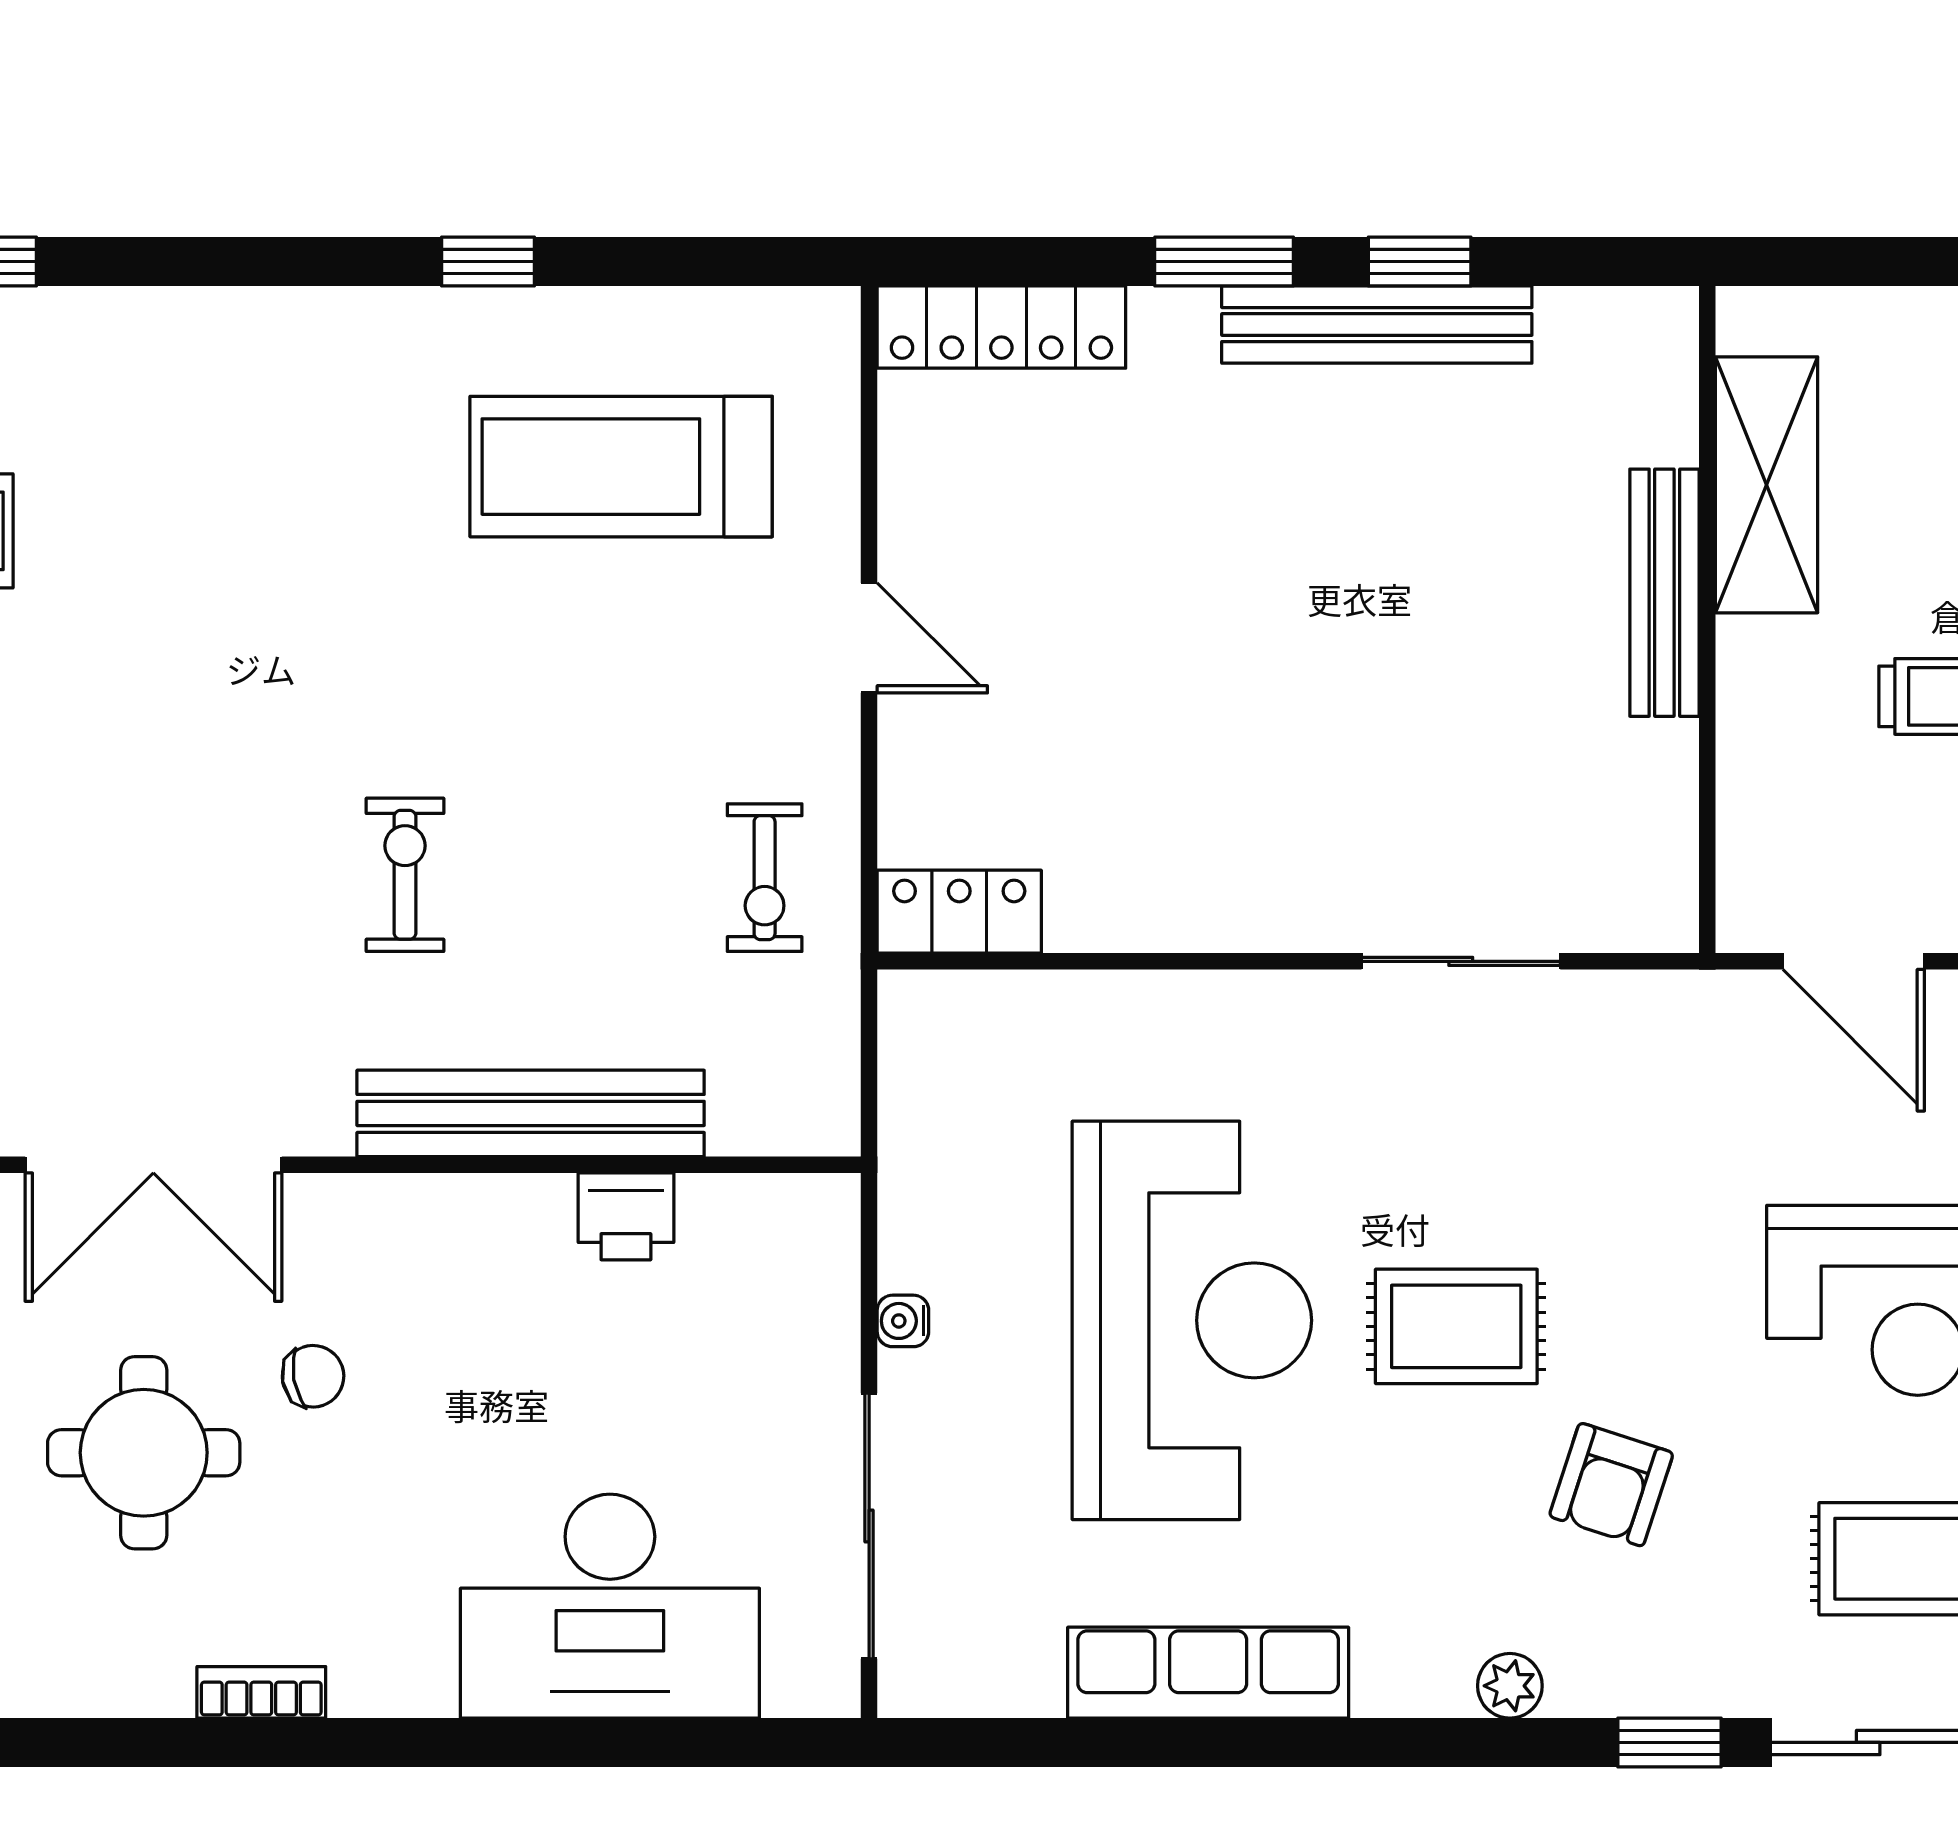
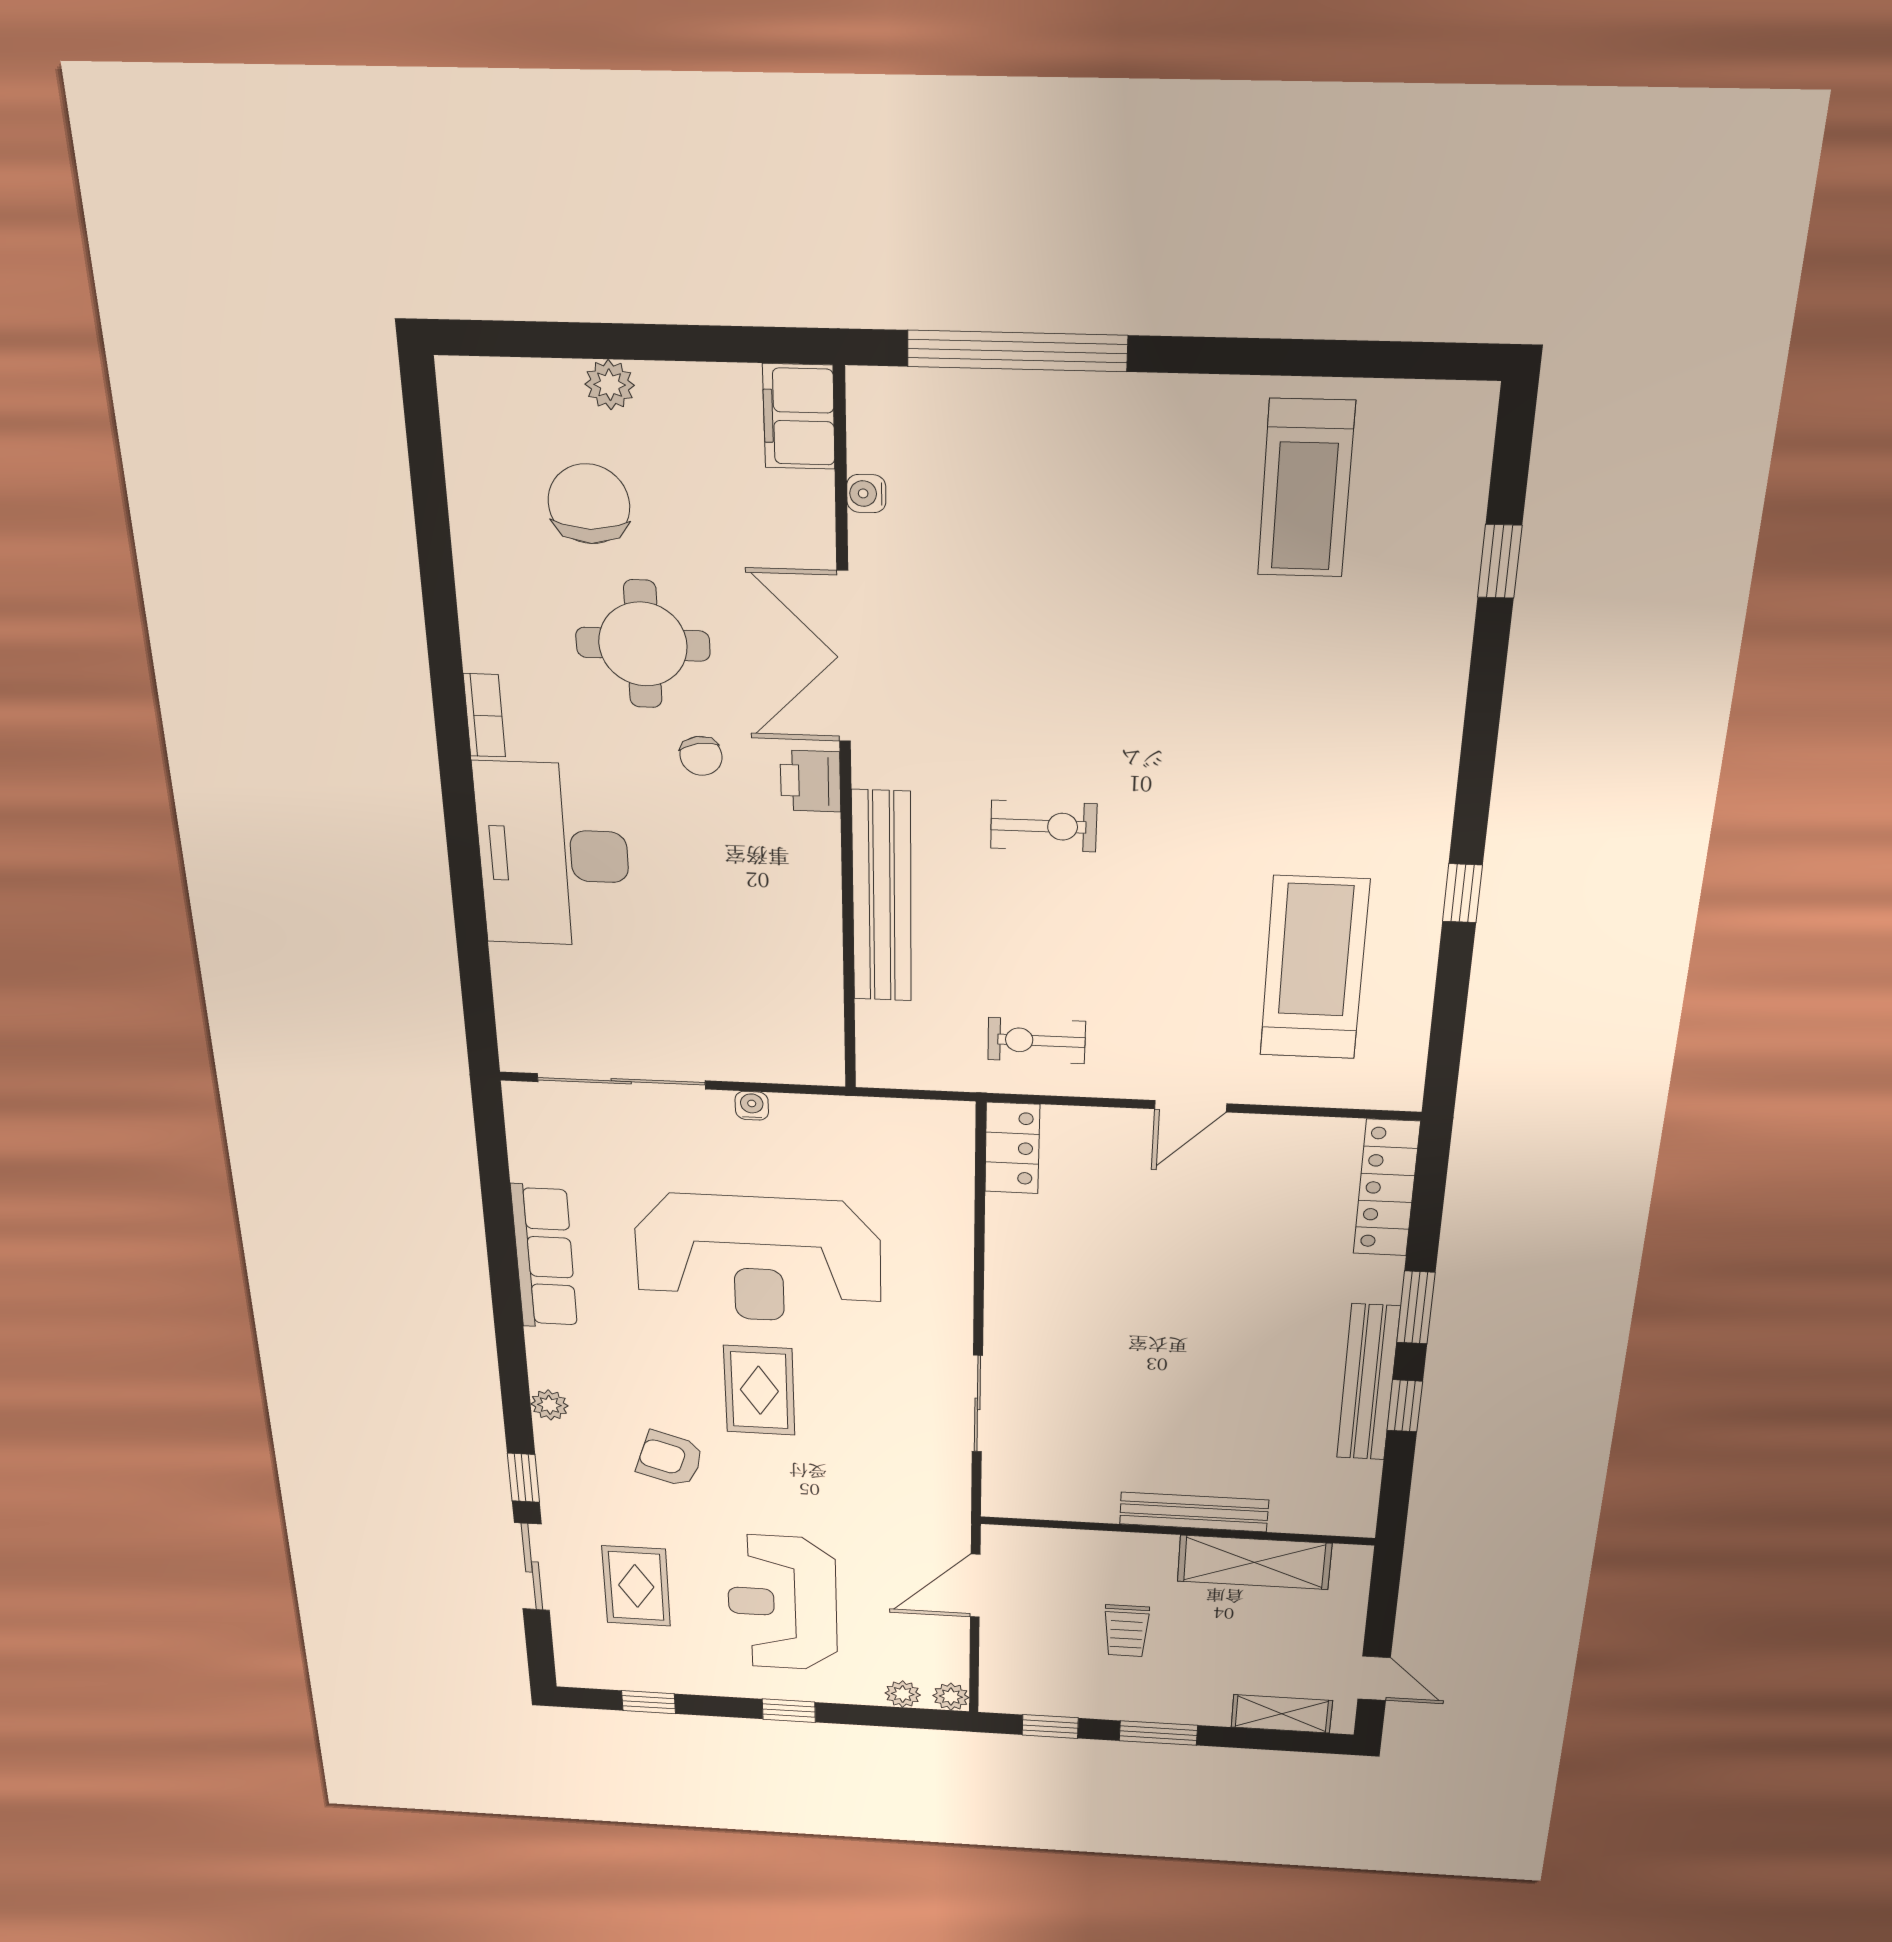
printer: (626, 1216) -> (811, 781), moved
desk: (610, 1606) -> (553, 855), moved

